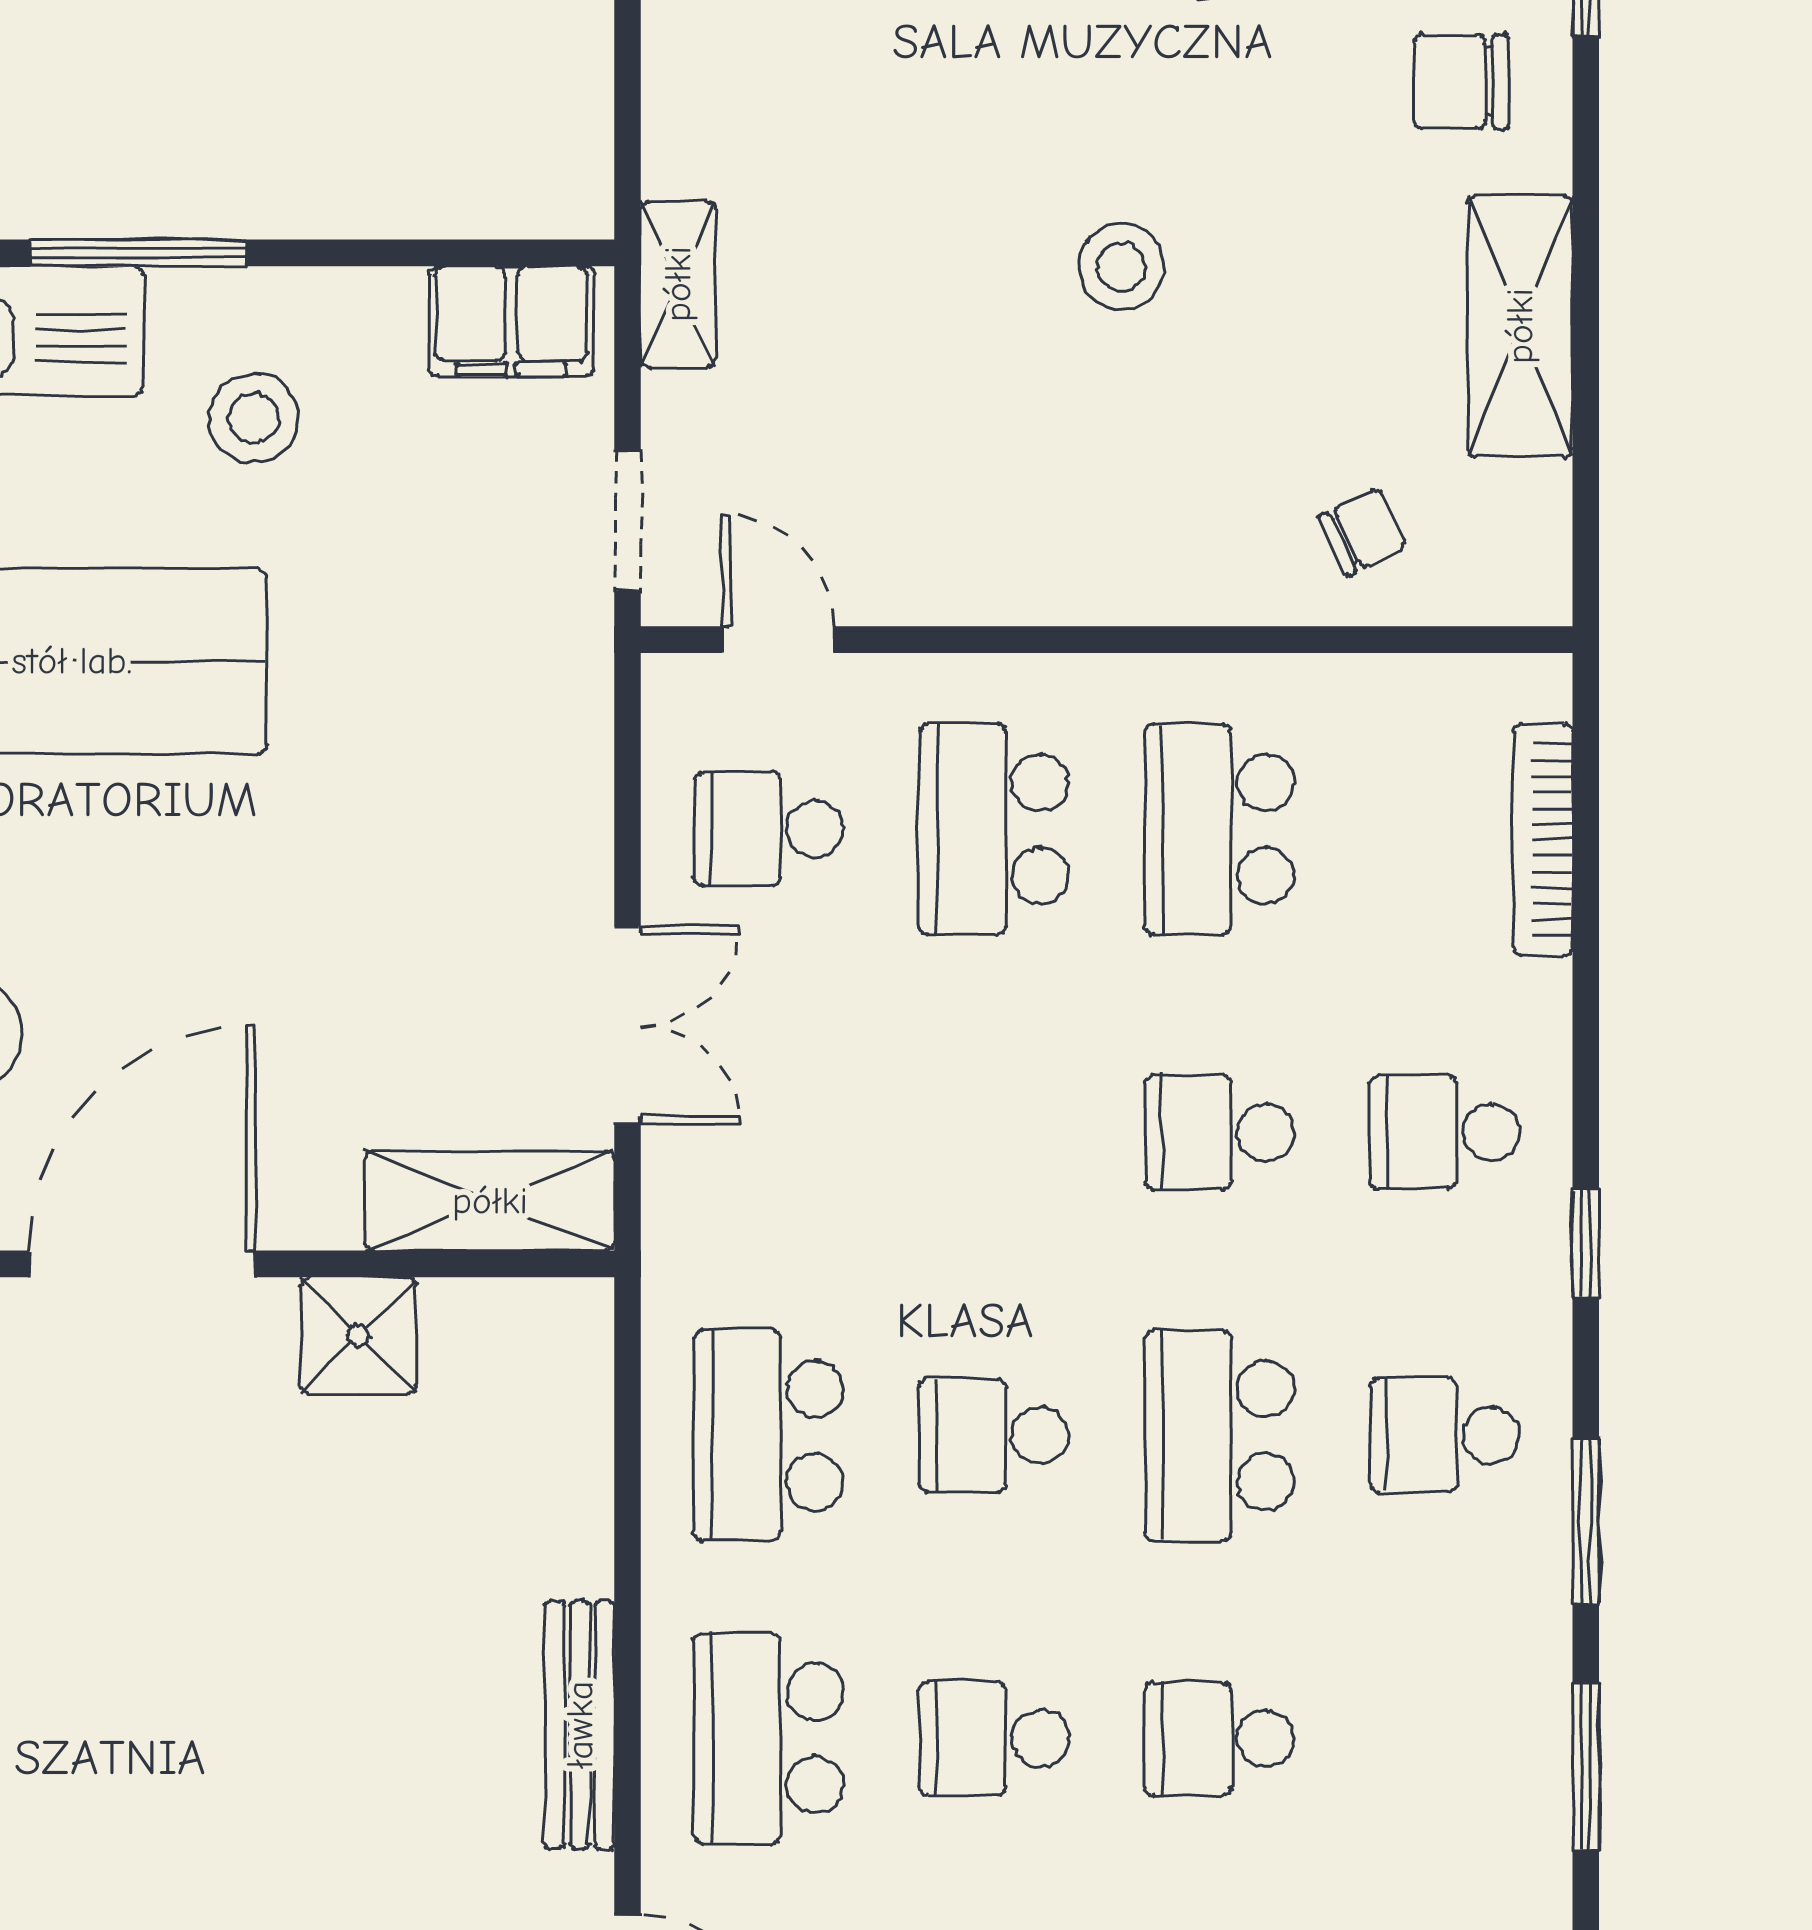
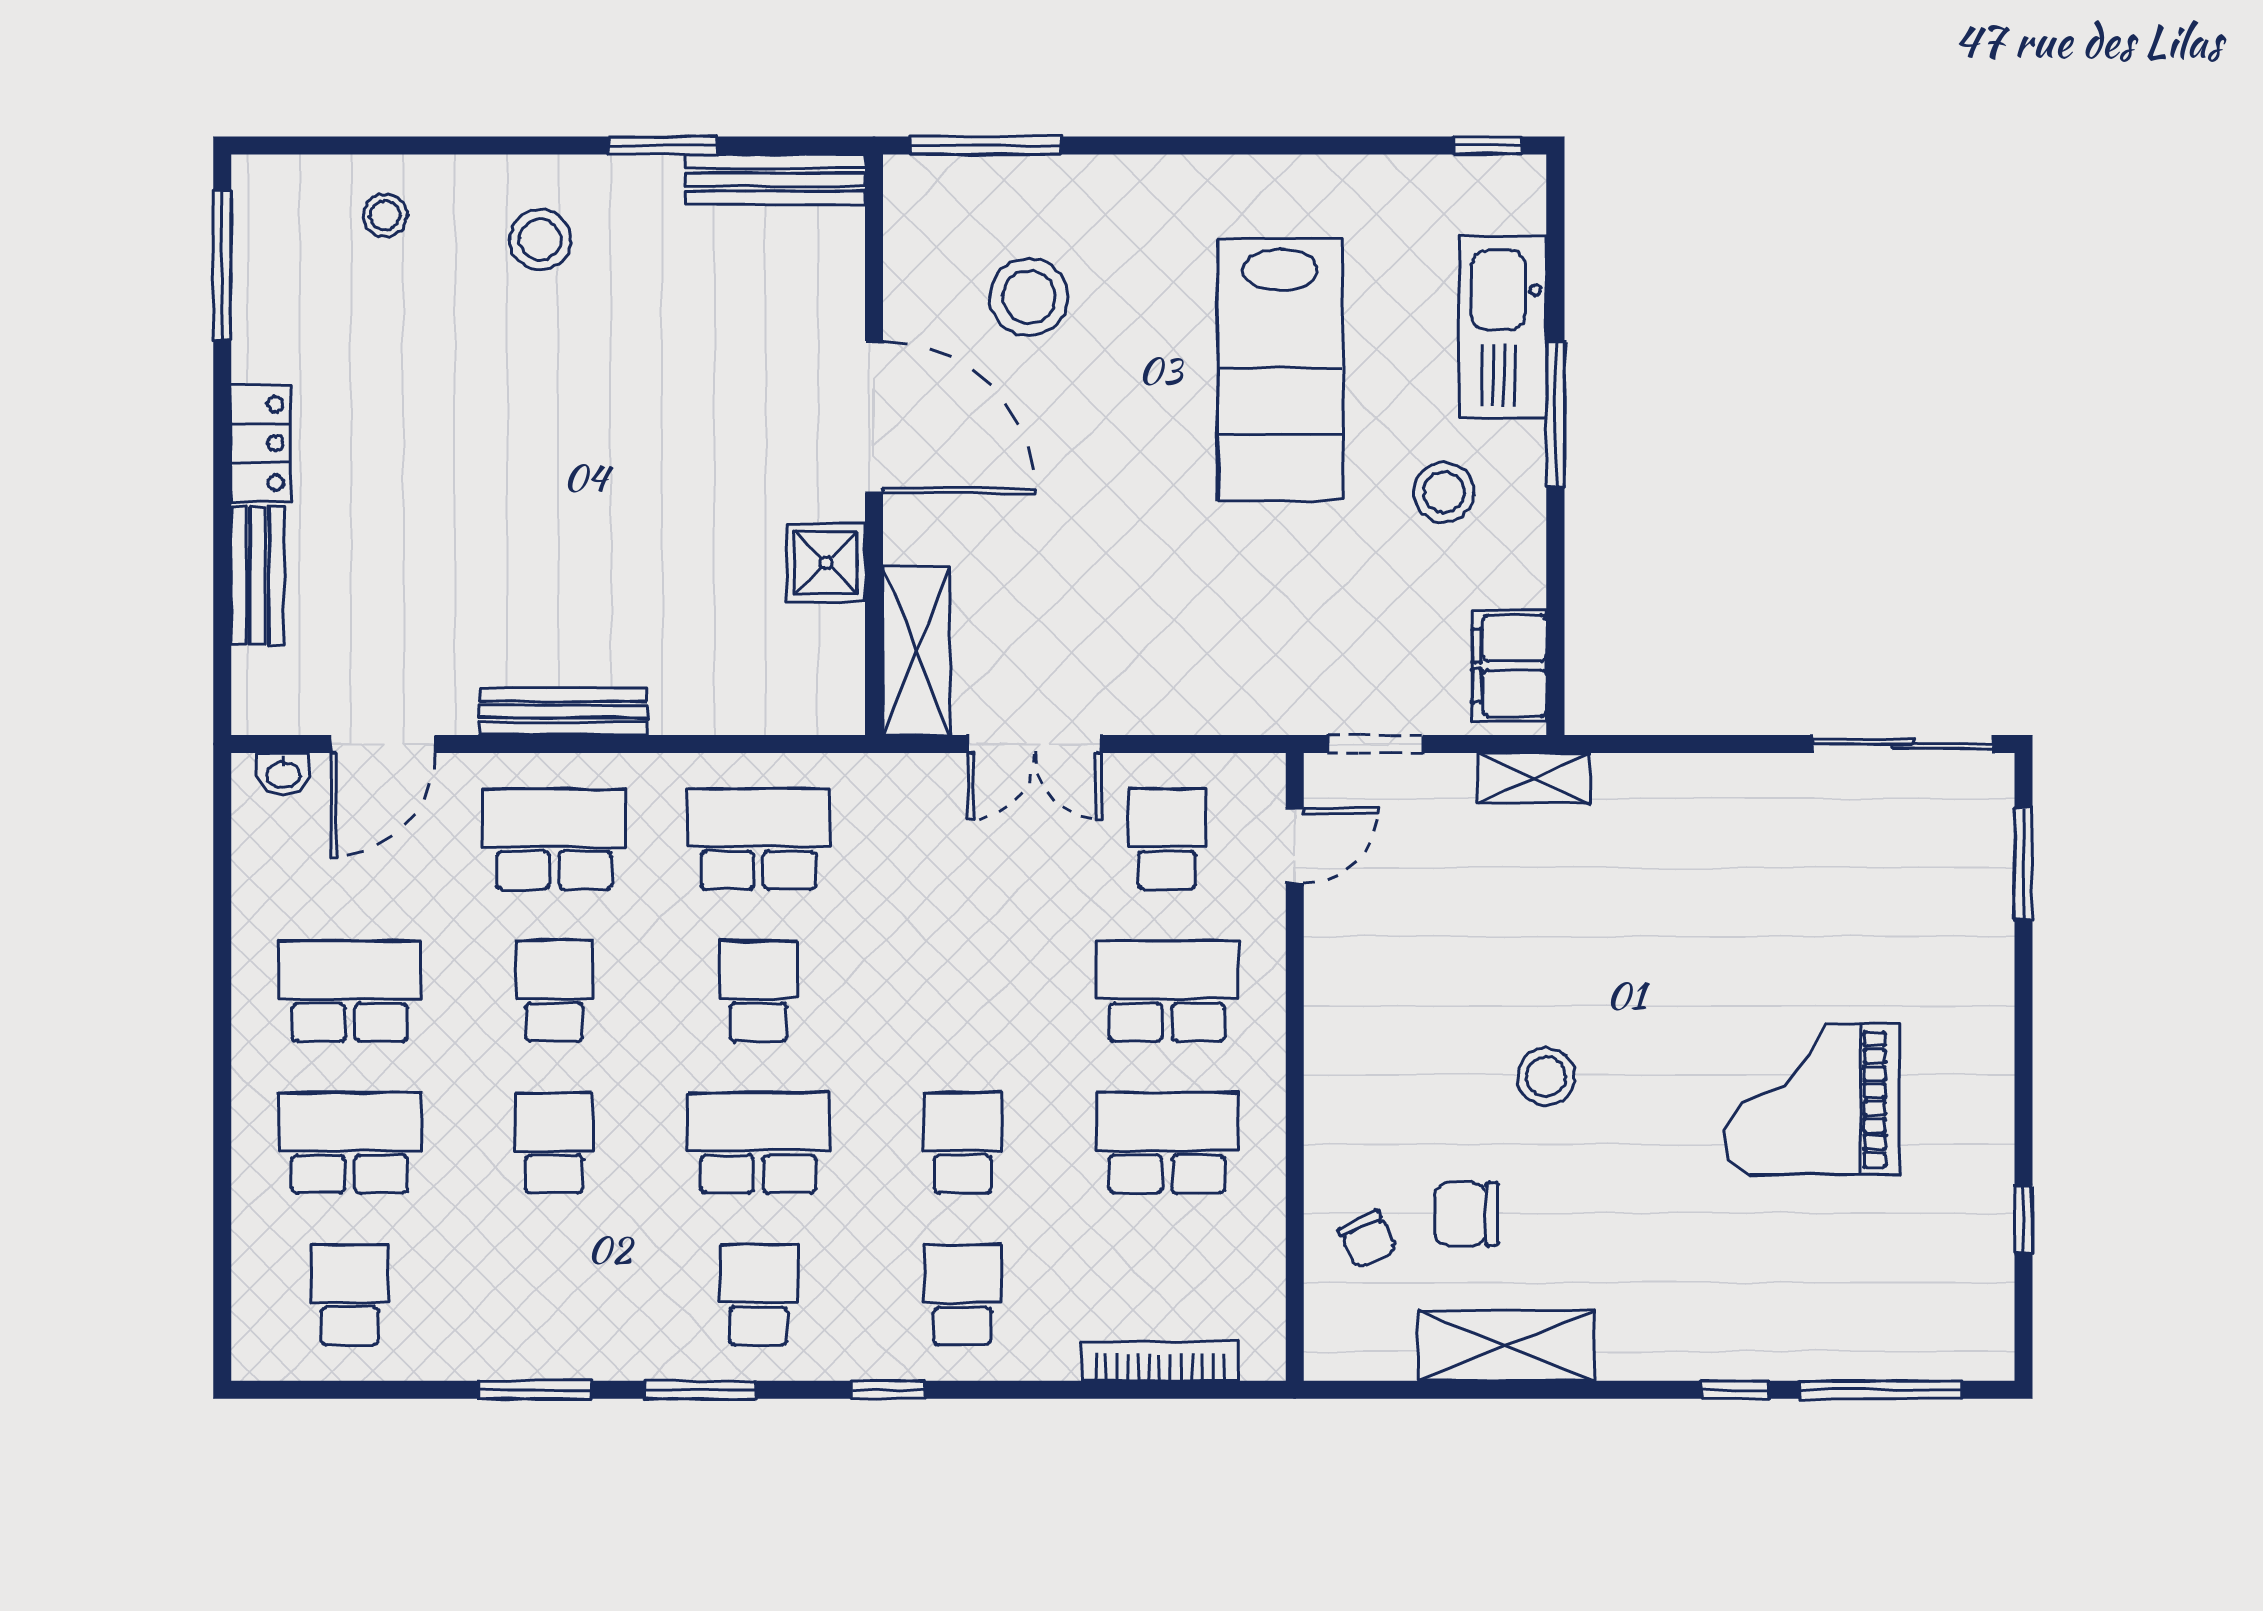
chair: (1461, 82) -> (1466, 1214), moved, turned -90

